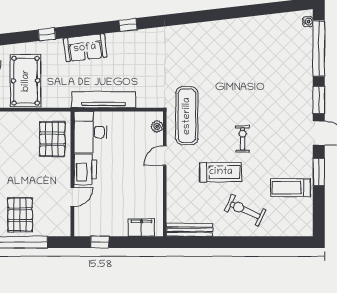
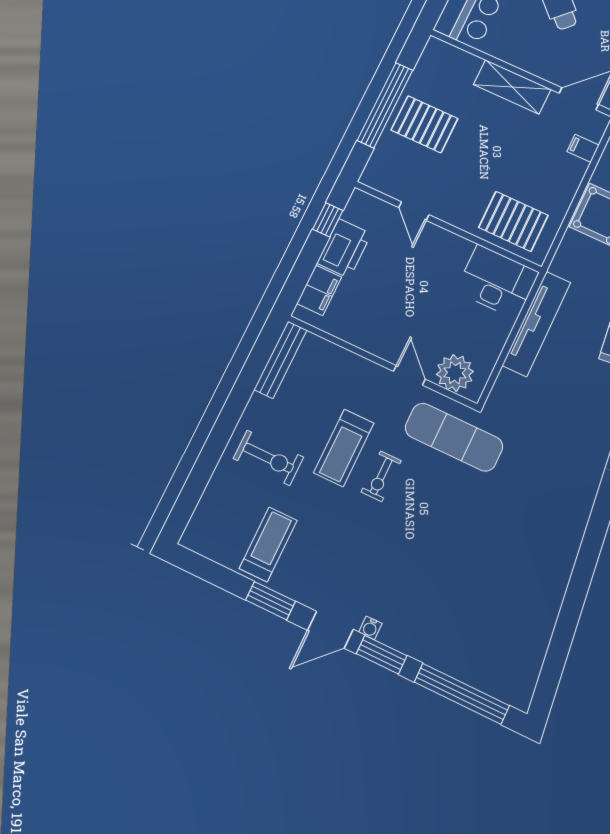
water cooler: (308, 22) -> (370, 628), moved
plant: (157, 126) -> (455, 373), width x1.88, depth x1.88
exercise bike: (243, 139) -> (381, 476), moved, turned 90
printer: (85, 170) -> (344, 248), moved, turned -90
exercise bike: (245, 210) -> (268, 458), turned 65

